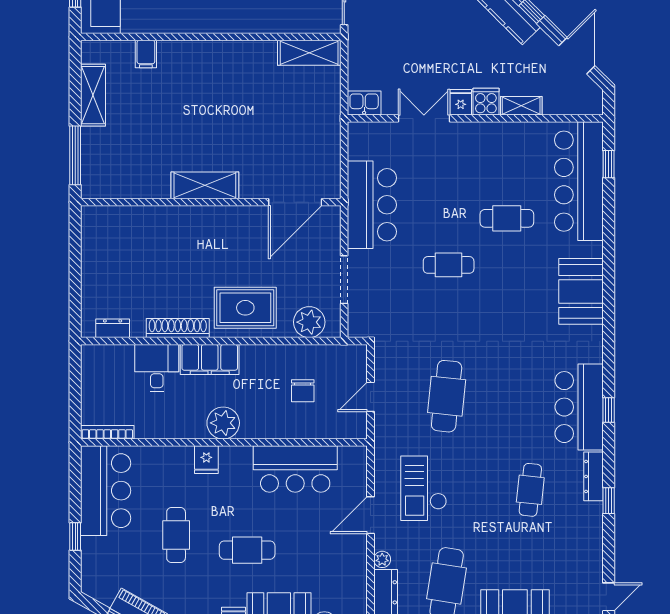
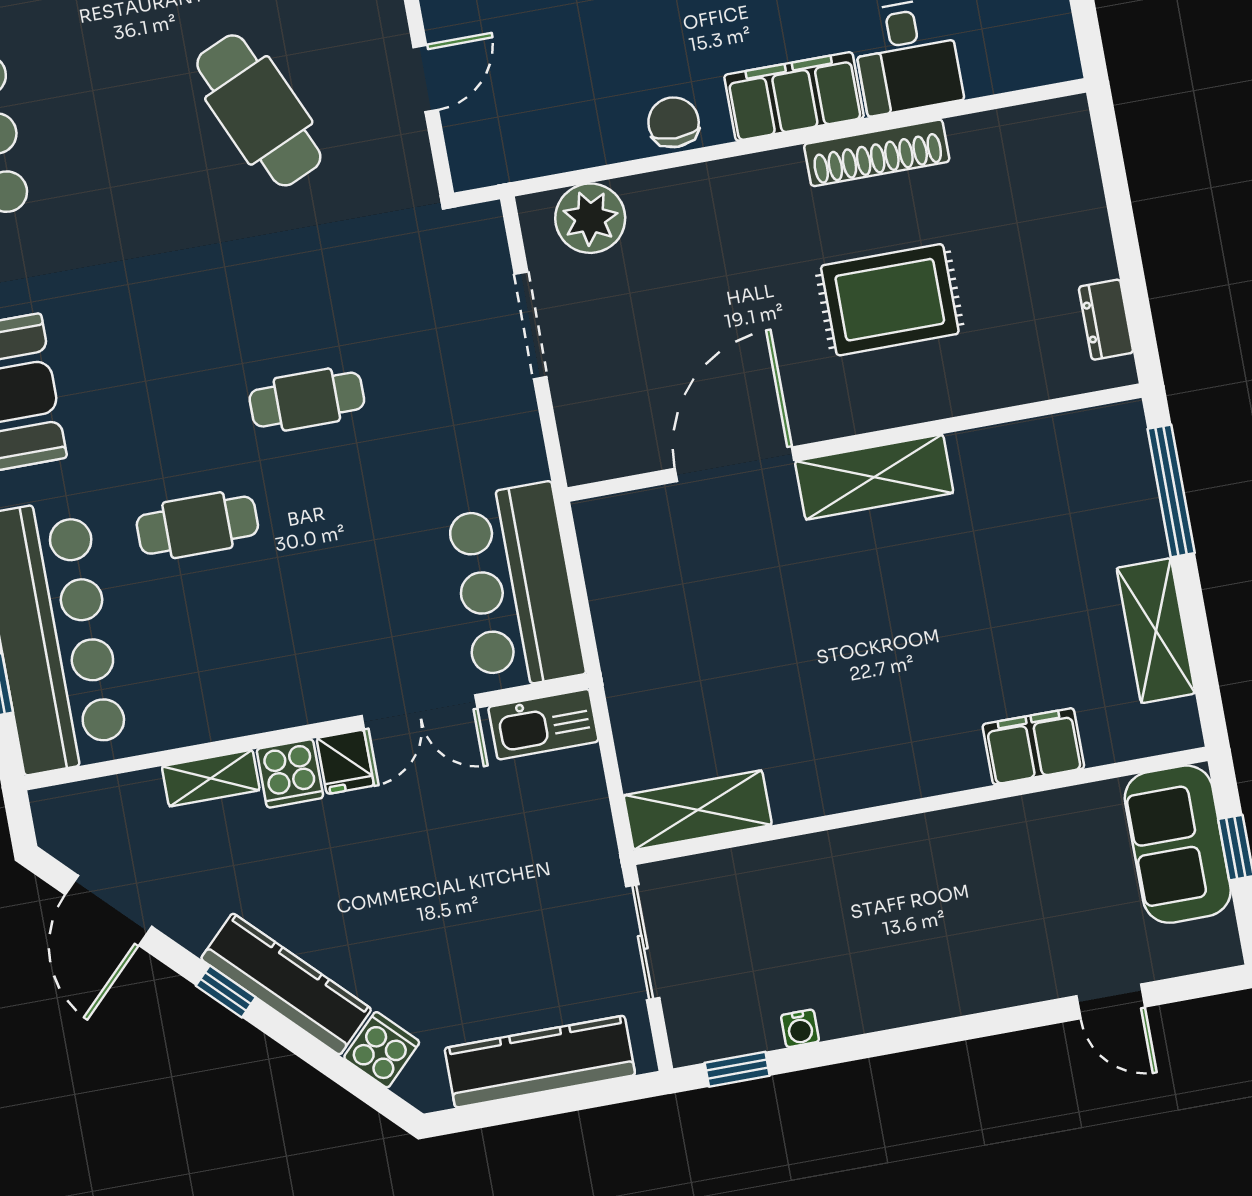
filing cabinet: (146, 54) -> (1033, 746), width x2.00
kitchen sink: (364, 103) -> (543, 724), width x1.38
door: (295, 202) -> (735, 464), moved
bar counter: (372, 205) -> (515, 587), moved
rug: (245, 308) -> (890, 300), moved
dresser: (113, 328) -> (1106, 320), moved, turned 90
chair: (303, 391) -> (674, 122), moved
cafe table: (447, 396) -> (259, 110), turned -30

